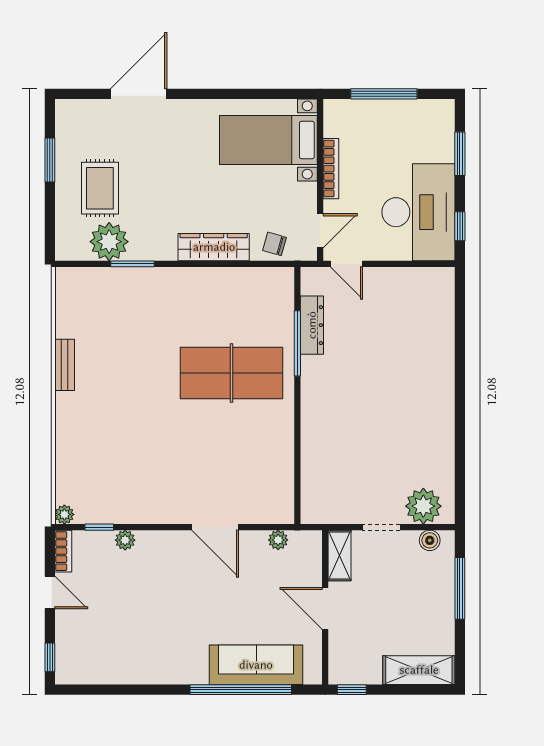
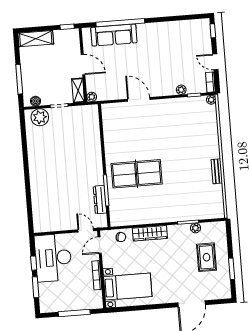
window: (460, 226) -> (34, 263), moved
plant: (109, 242) -> (195, 228), width x0.53, depth x0.53
plant: (278, 540) -> (92, 97), moved

